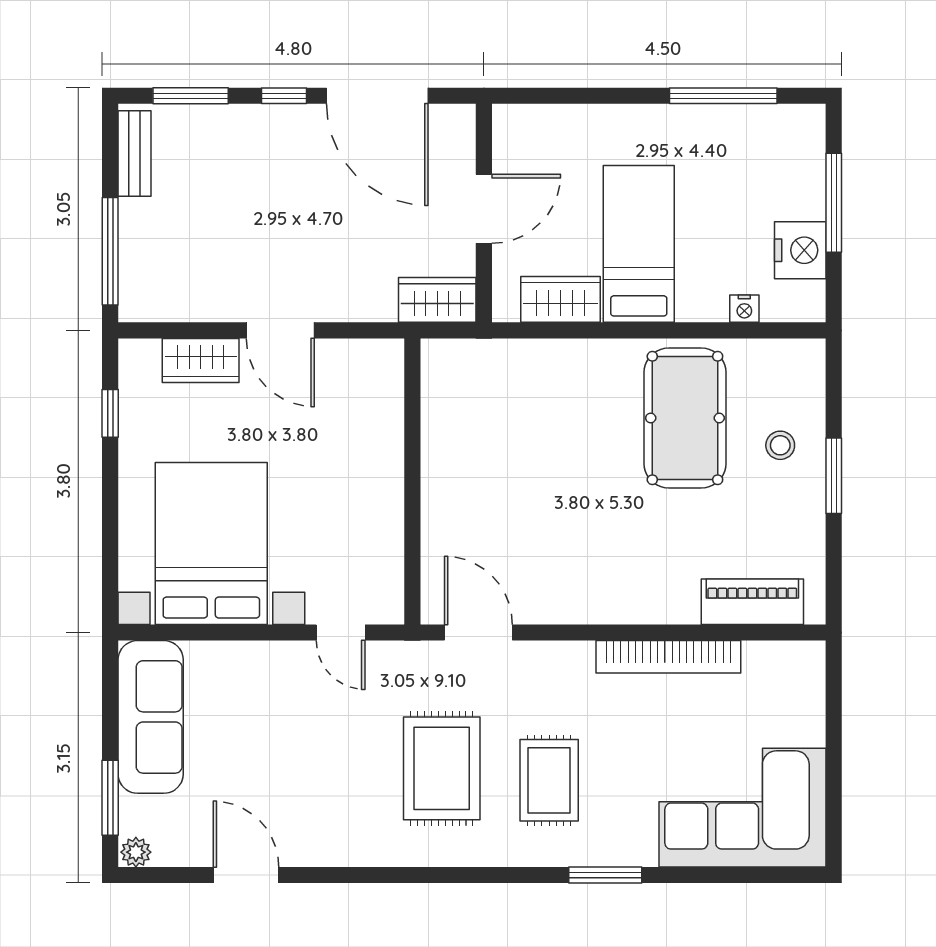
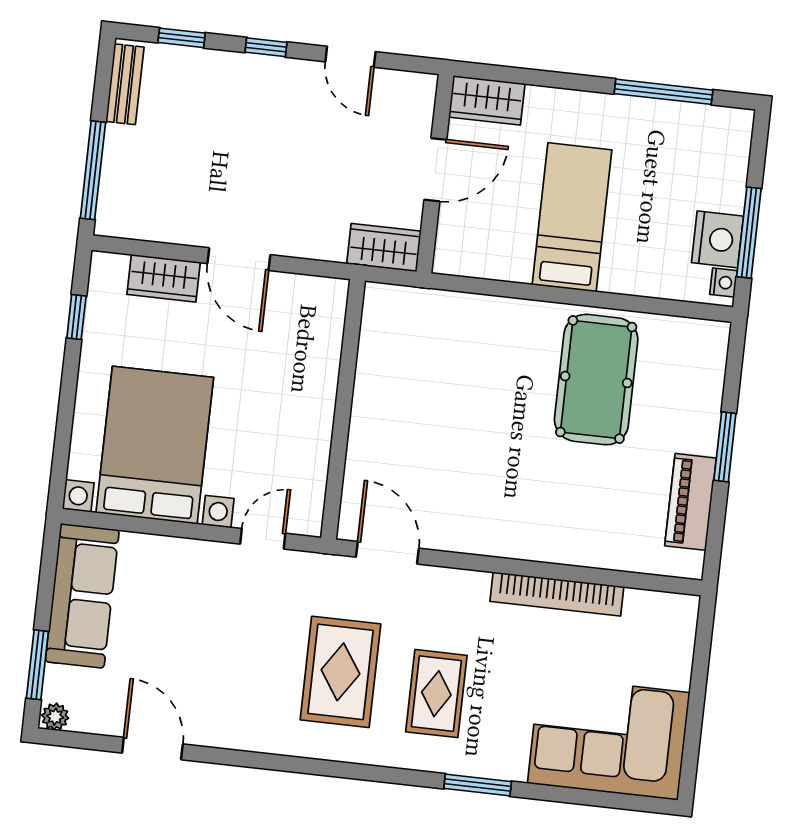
window: (191, 96) -> (182, 38), width x0.67
door: (377, 96) -> (350, 57), width x0.53
window: (834, 203) -> (749, 233), moved
wardrobe: (561, 299) -> (487, 100), moved, turned 180
nightstand: (744, 309) -> (723, 282), moved, turned -90
stool: (780, 445) -> (680, 414), removed
piano: (752, 602) -> (691, 502), moved, turned -90
door: (341, 633) -> (263, 539), swing flipped

